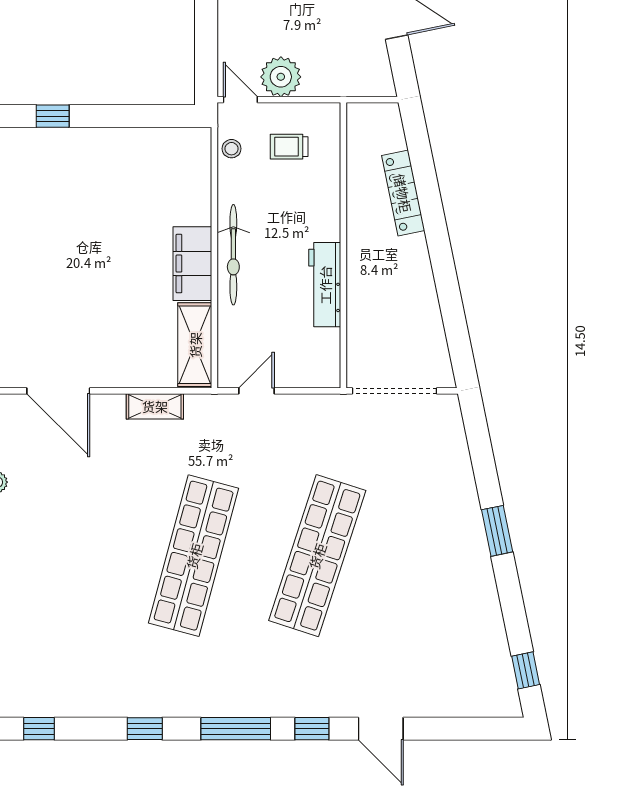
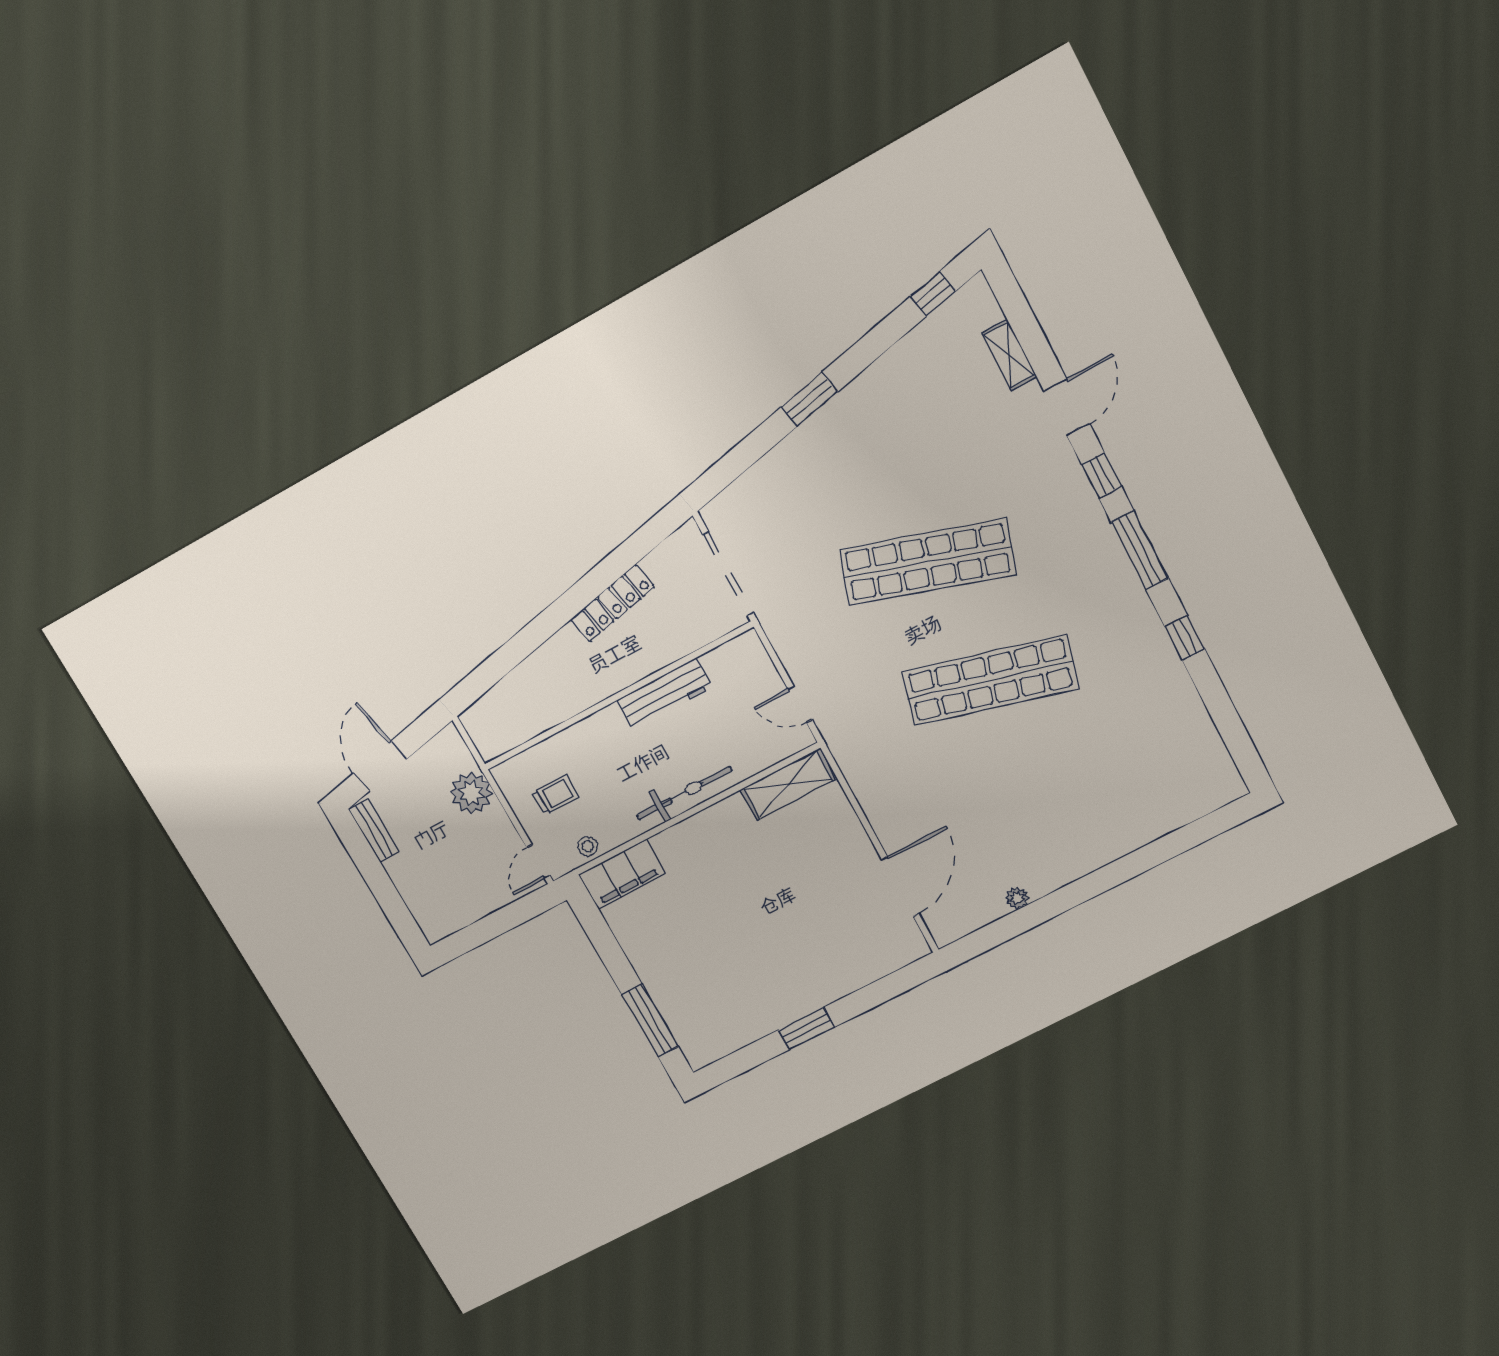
plant: (281, 77) -> (471, 793), moved
window: (53, 116) -> (650, 1020), width x2.17
trolley: (289, 147) -> (556, 795), turned -90
locker: (403, 193) -> (612, 603), moved
filing cabinet: (192, 264) -> (622, 874), moved
shelving: (155, 406) -> (1009, 355), moved
window: (39, 729) -> (1236, 738), removed

